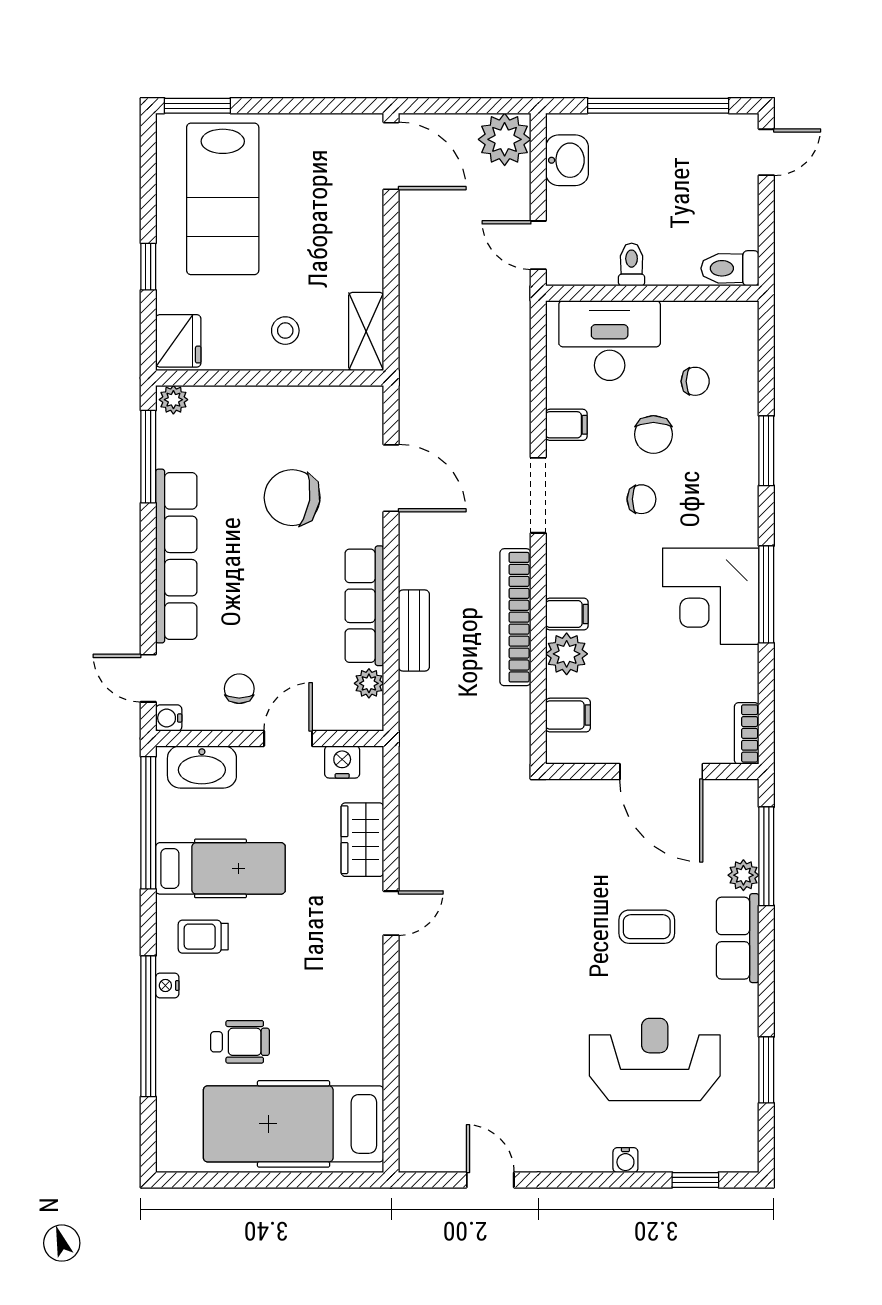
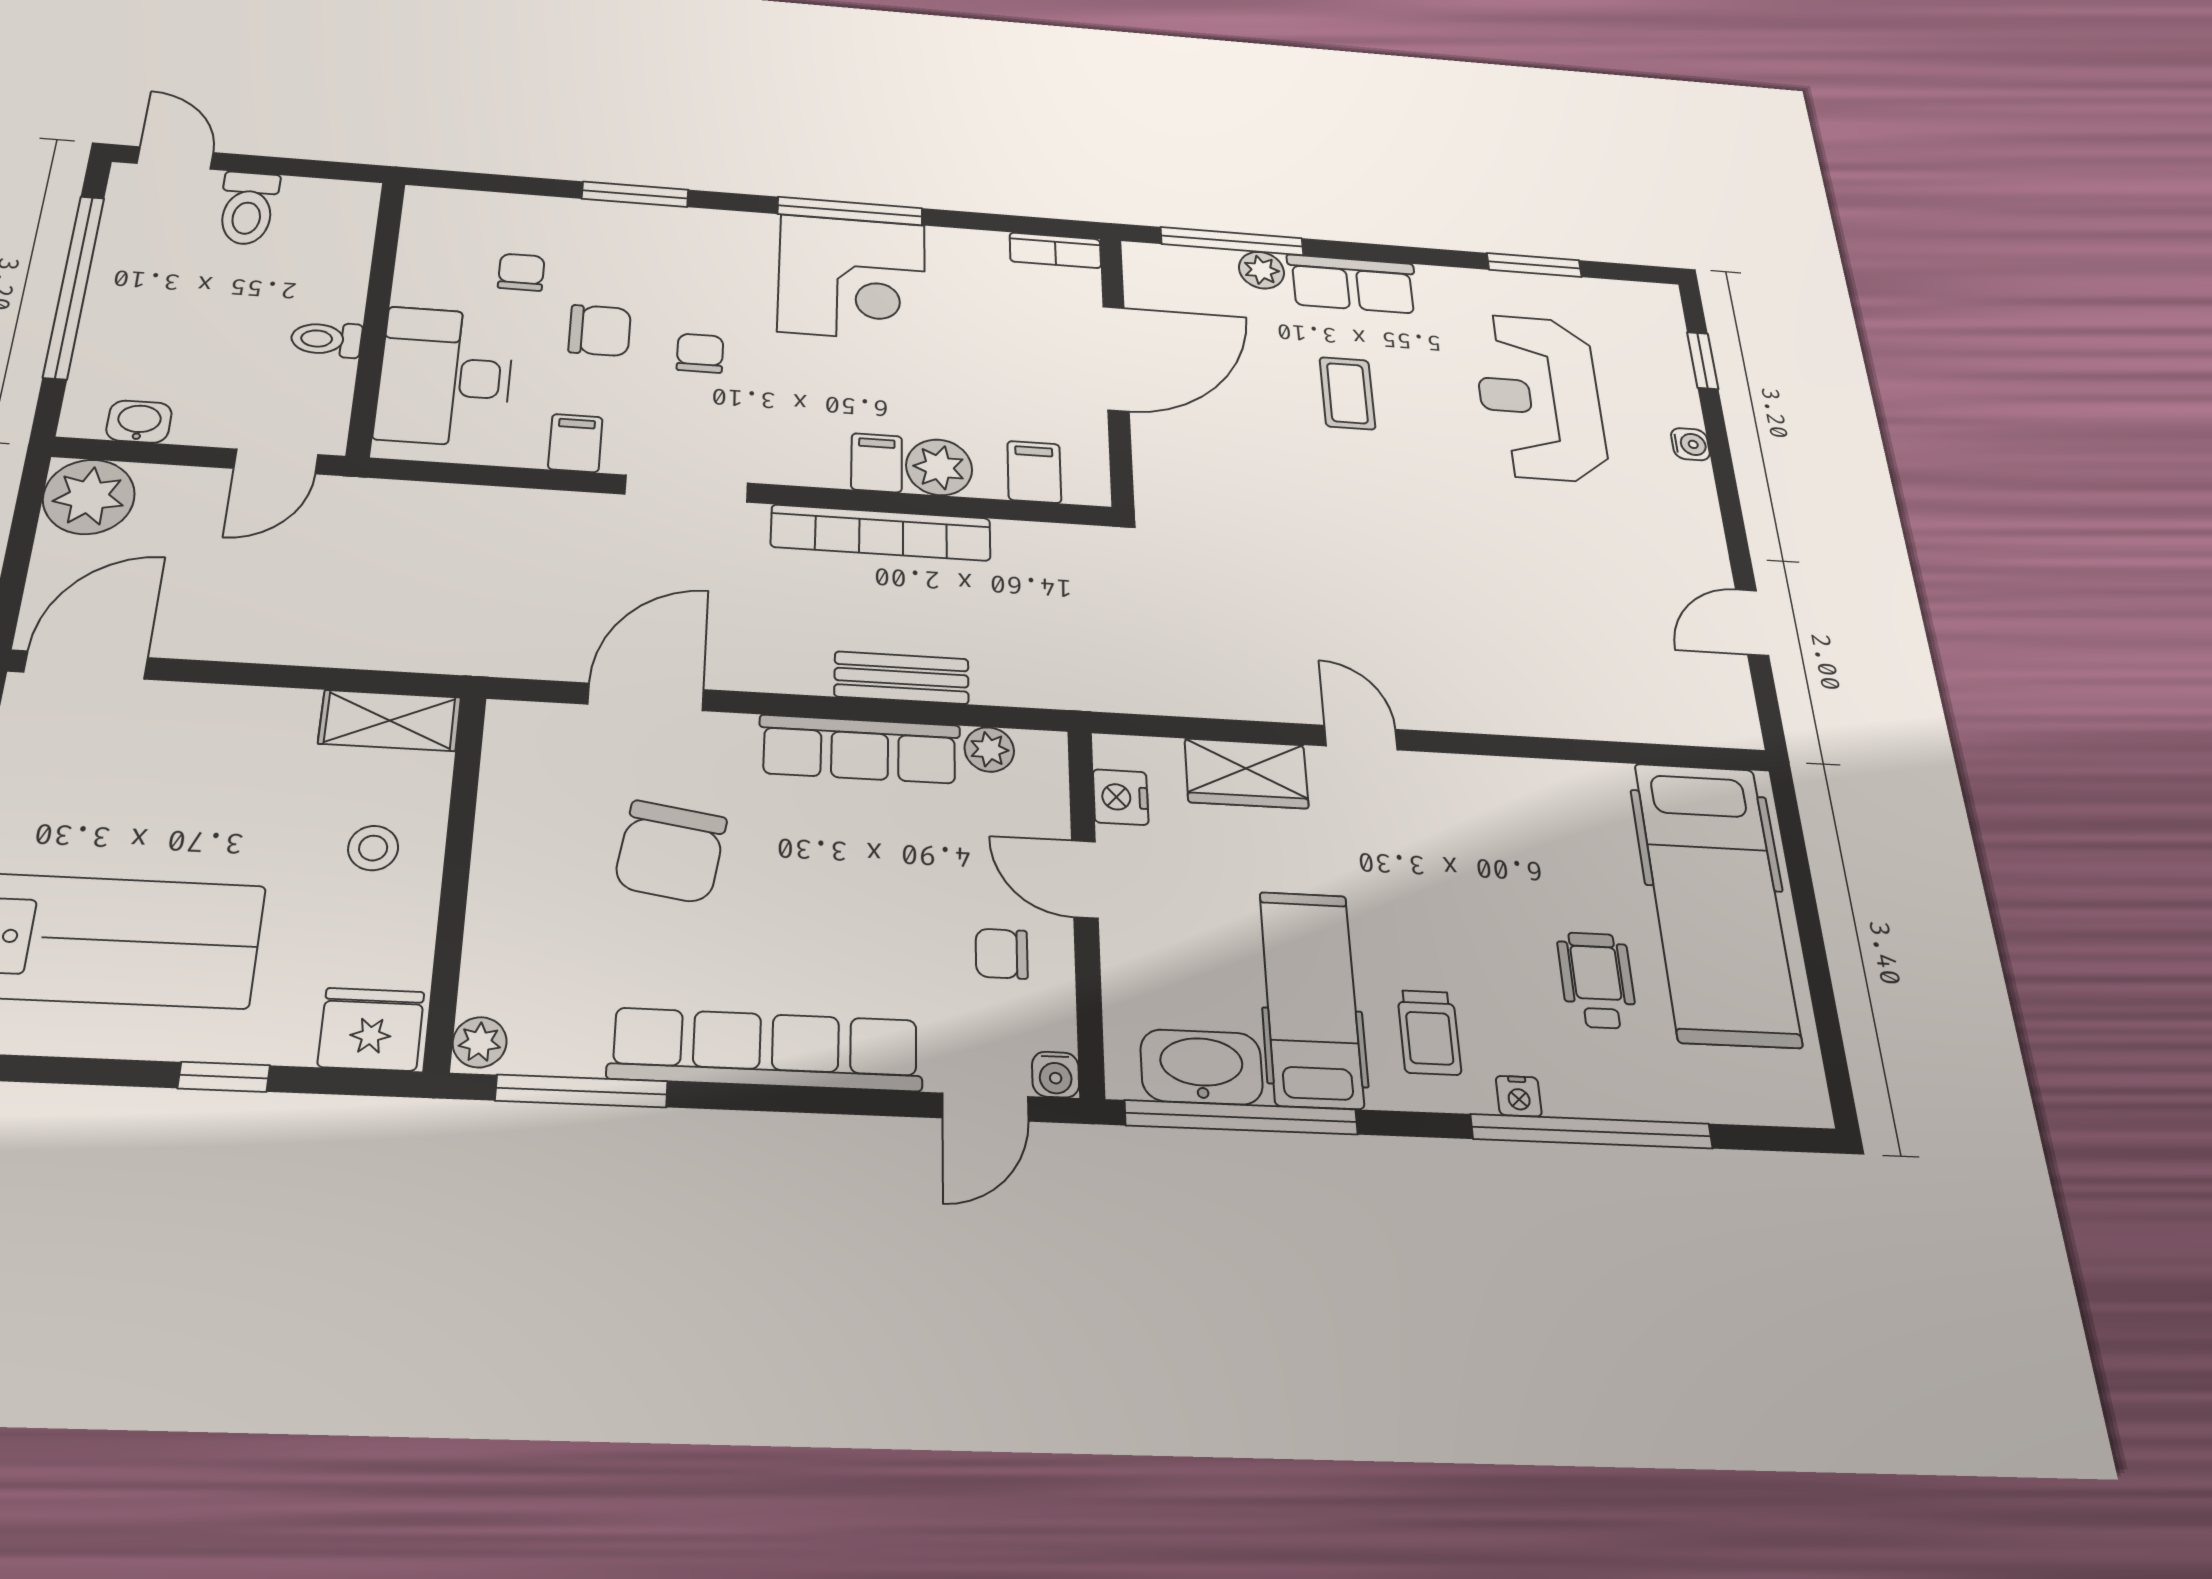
washbasin: (567, 160) -> (139, 422), width x0.72, depth x0.69
toilet: (730, 268) -> (248, 208), moved
washbasin: (202, 767) -> (1202, 1067), moved, turned -90

